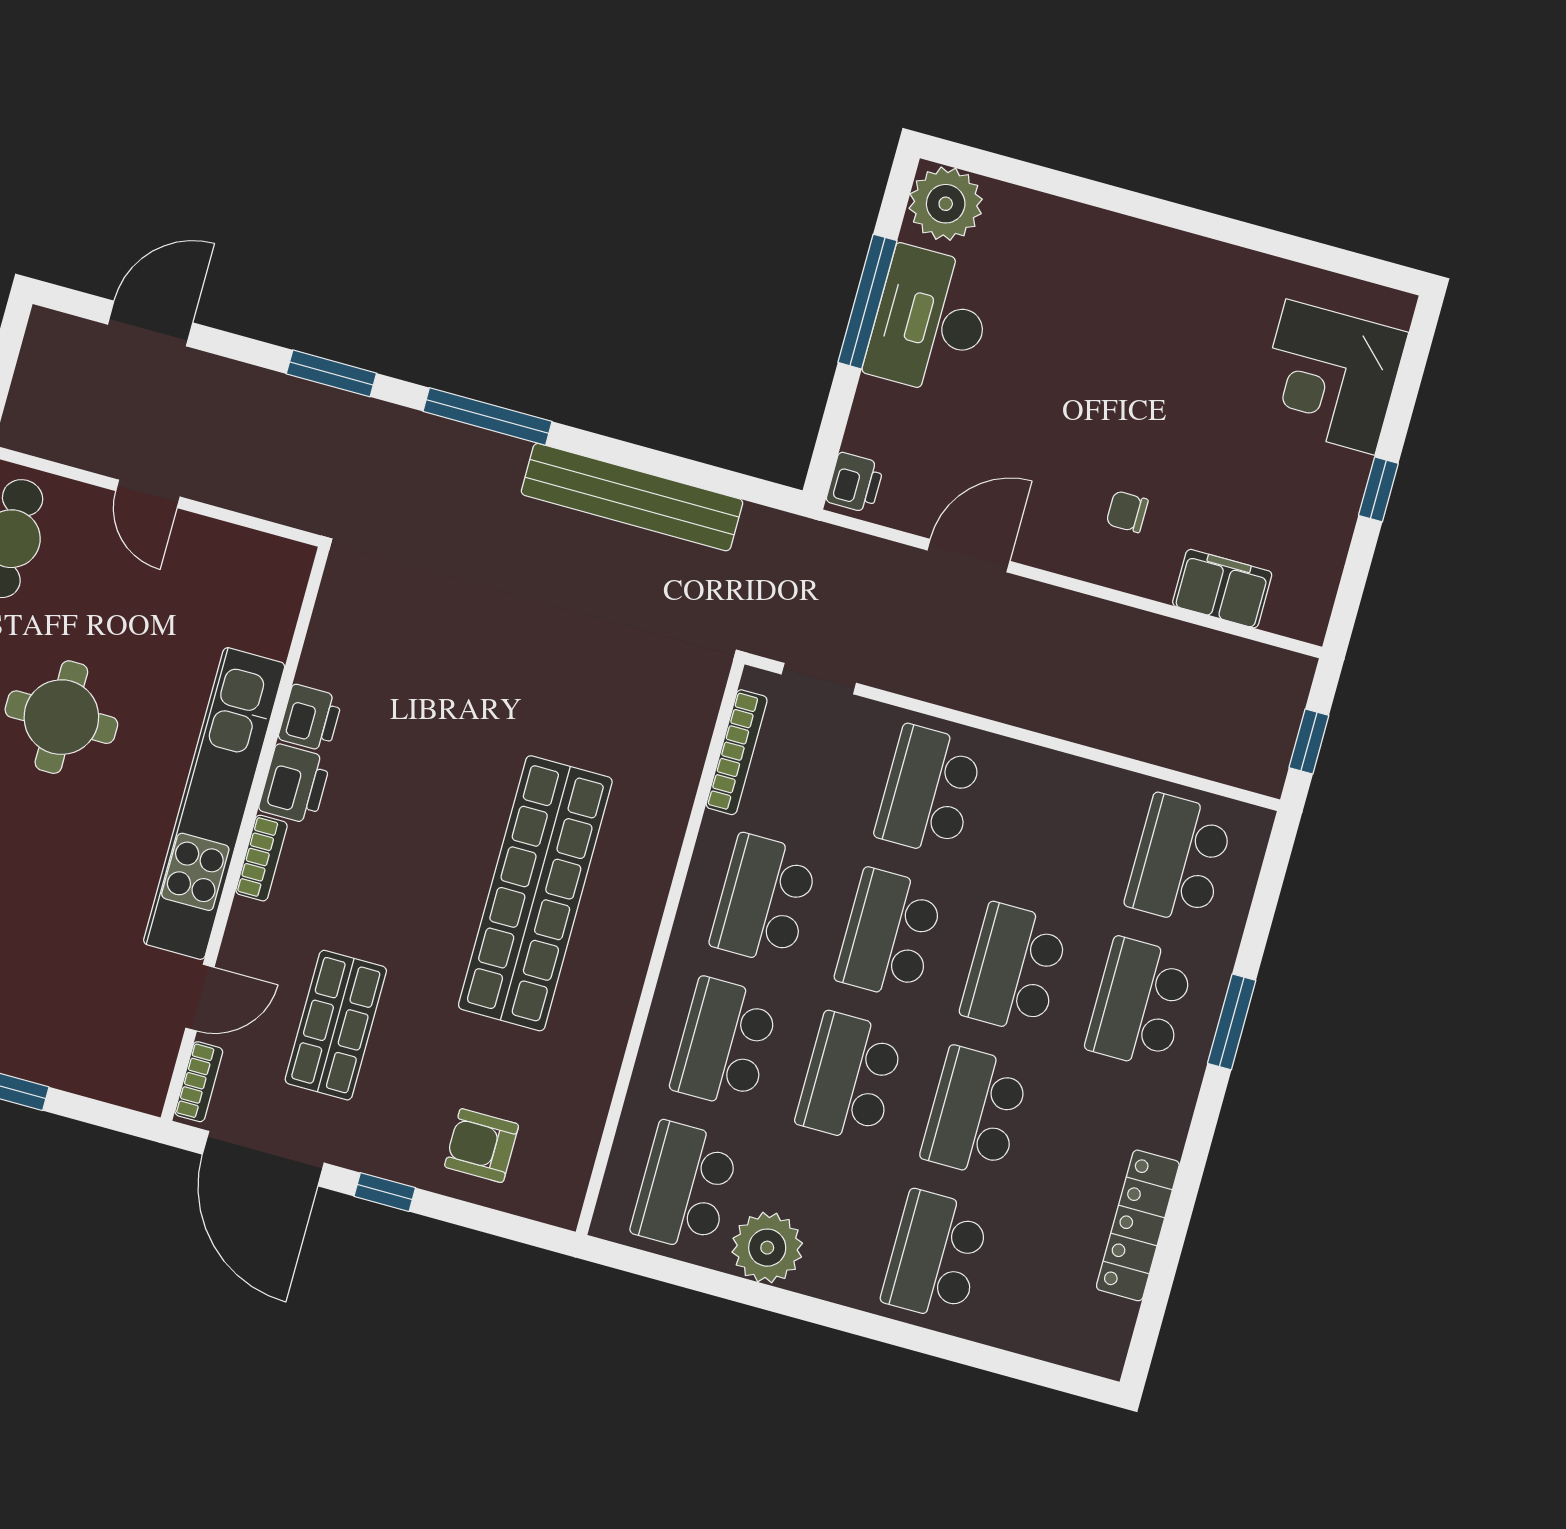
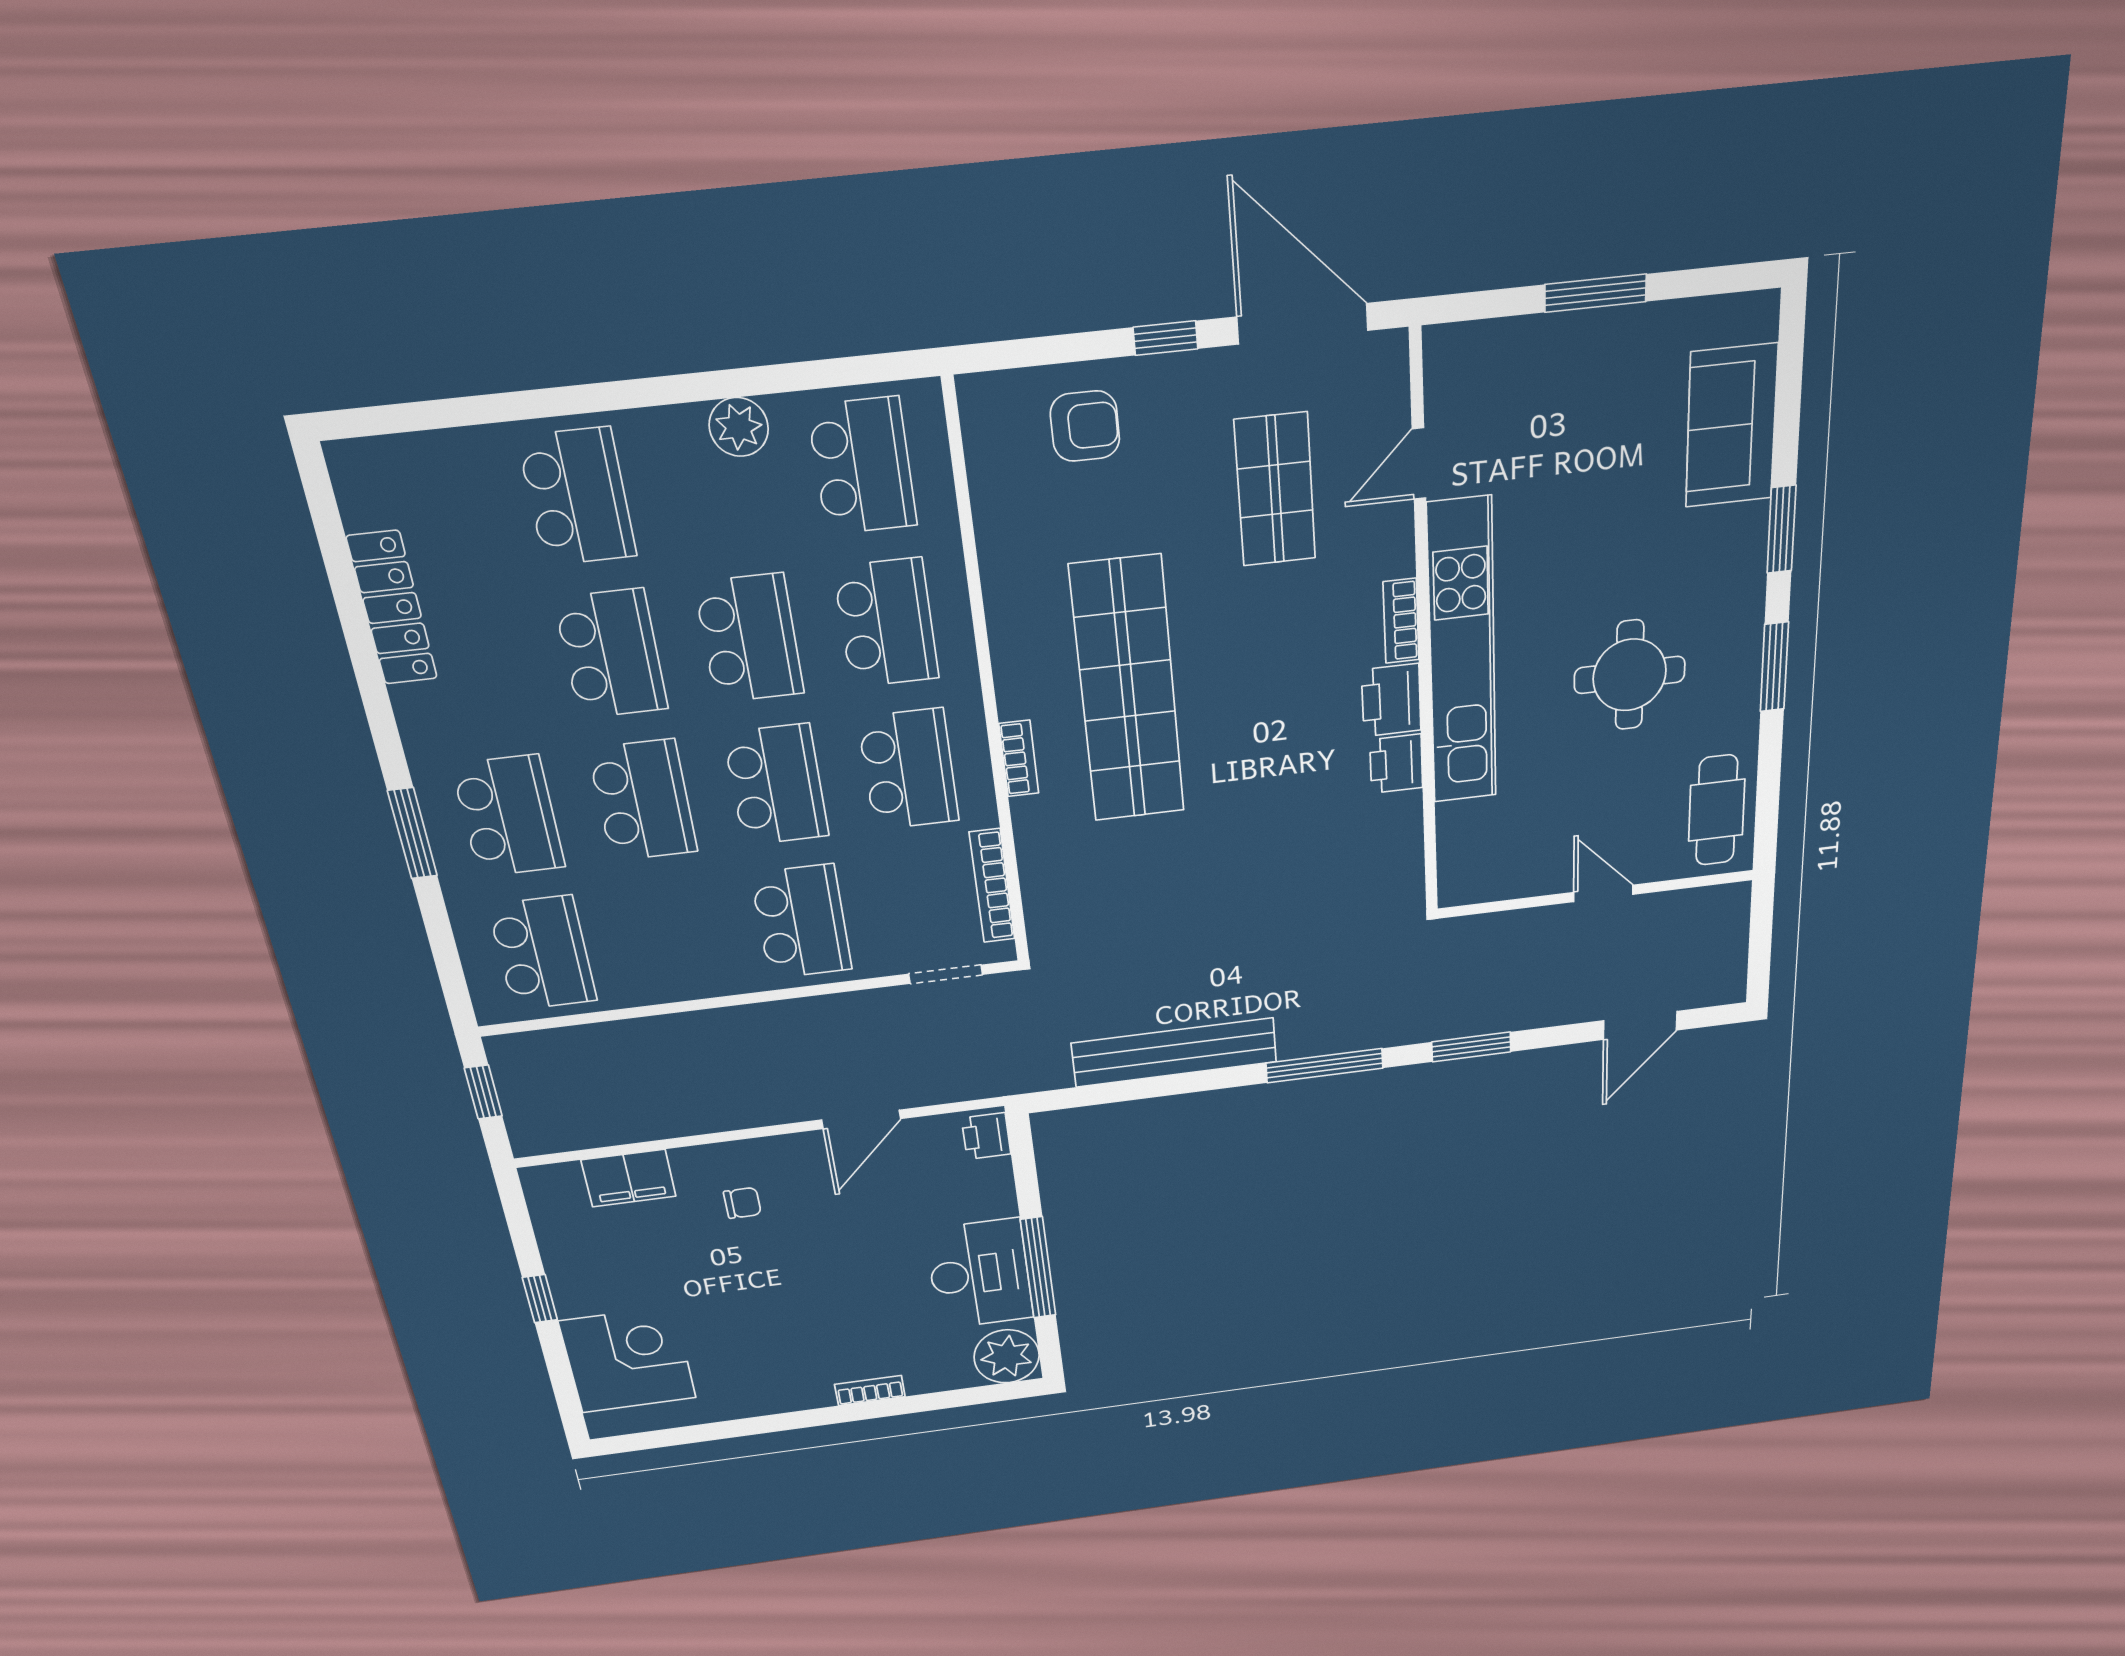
bookcase: (1105, 225) -> (870, 1390), added
bookcase: (199, 1082) -> (1019, 758), moved, turned 180
plant: (767, 1248) -> (739, 427), width x0.73, depth x0.73

